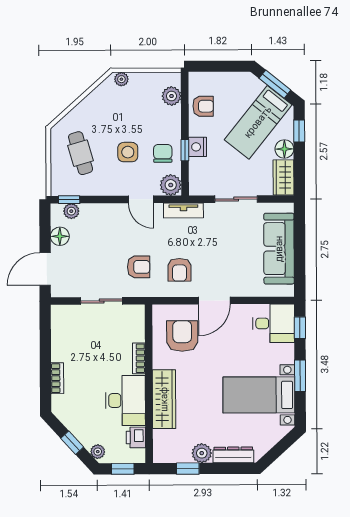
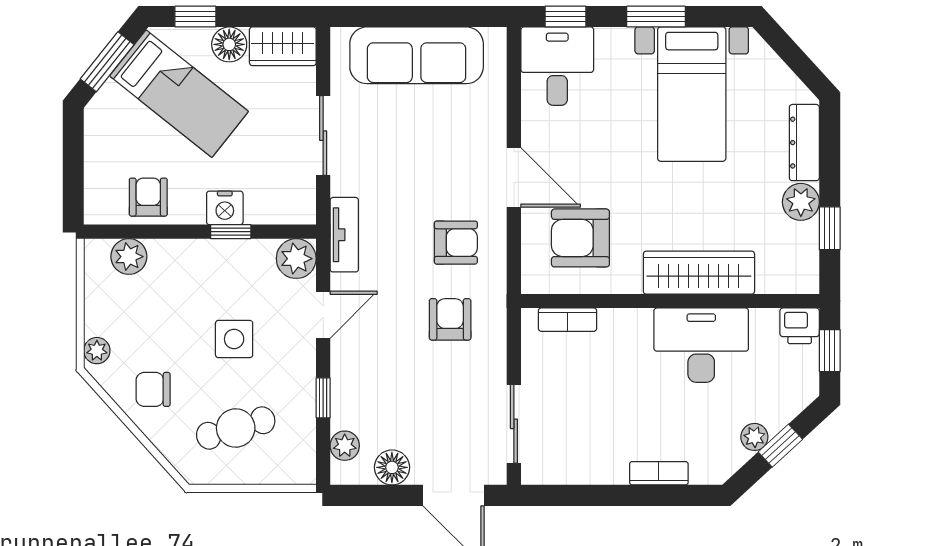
chair: (163, 153) -> (153, 389), moved
window: (69, 200) -> (323, 398), moved
sliding door: (102, 301) -> (514, 424), moved
bookcase: (139, 358) -> (567, 320), moved
printer: (136, 437) -> (800, 326), moved
plant: (98, 452) -> (754, 437), moved

